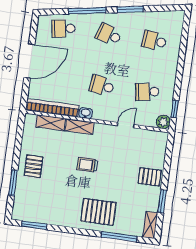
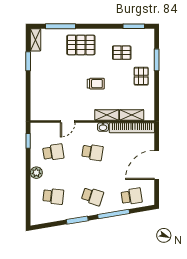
plant: (163, 122) -> (36, 173), moved
pallet: (150, 177) -> (122, 53), moved

